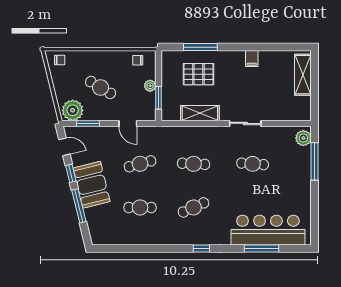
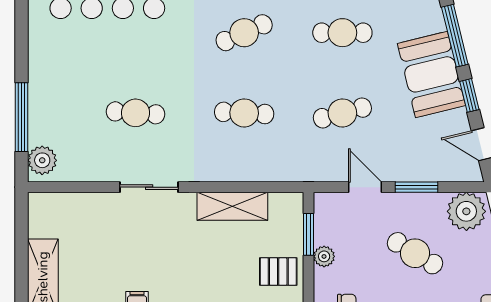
pallet: (198, 74) -> (278, 272), moved, width x0.67, depth x0.71
window: (88, 123) -> (417, 187), moved

